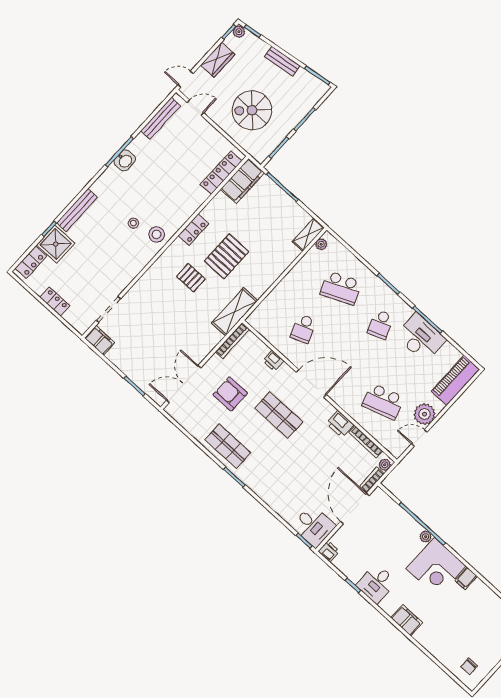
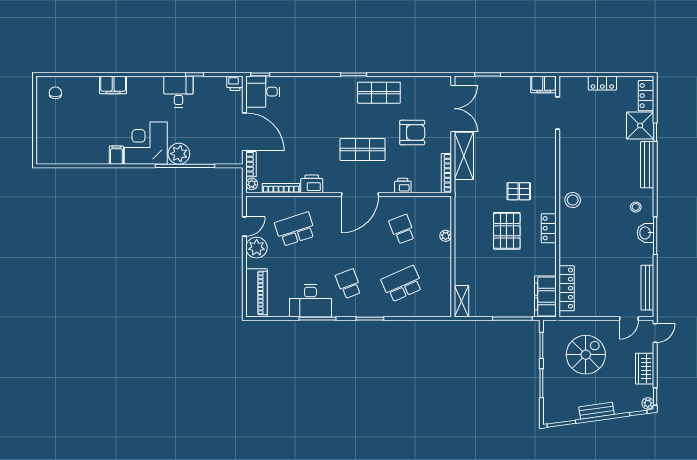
stool: (133, 223) -> (636, 207), moved
plant: (321, 244) -> (446, 236), moved
shelving: (235, 312) -> (464, 156), moved
plant: (426, 537) -> (179, 154), width x1.87, depth x1.87
filing cabinet: (407, 620) -> (113, 85), moved

